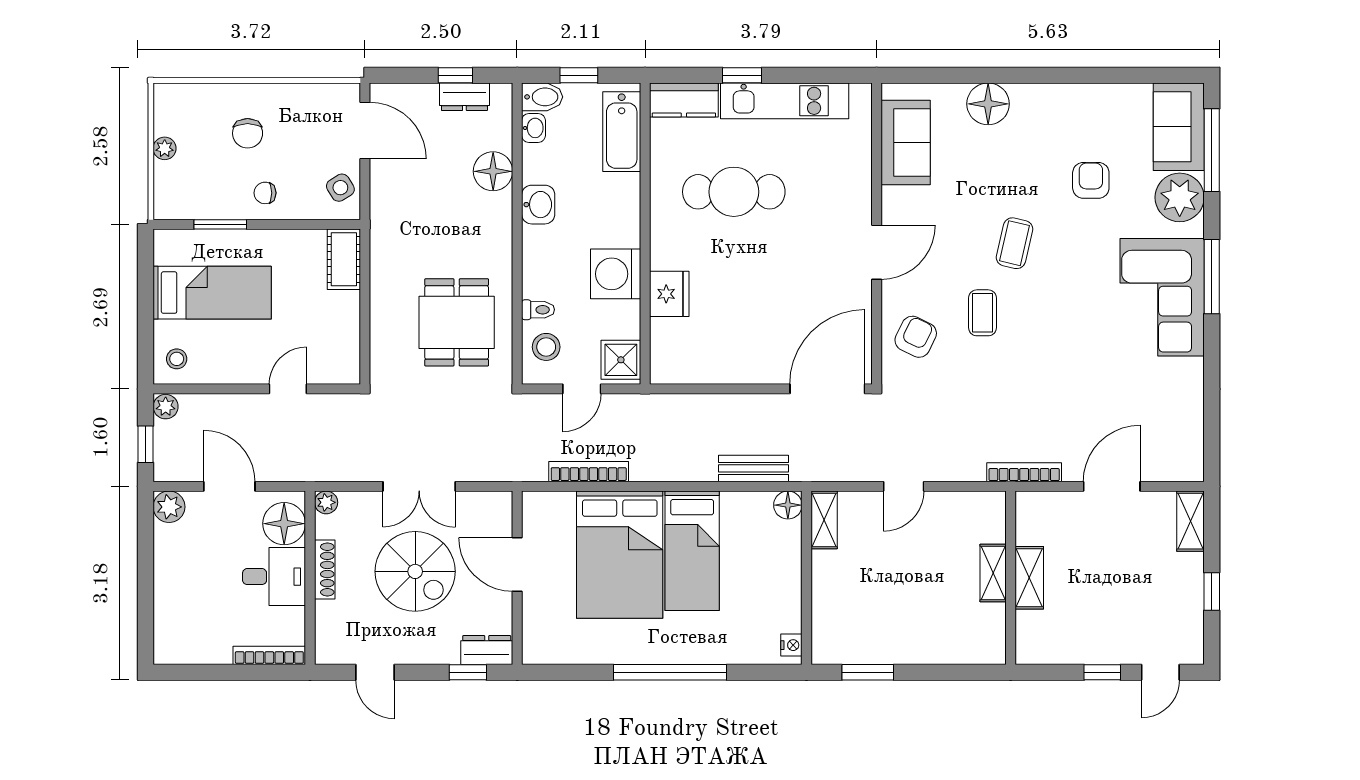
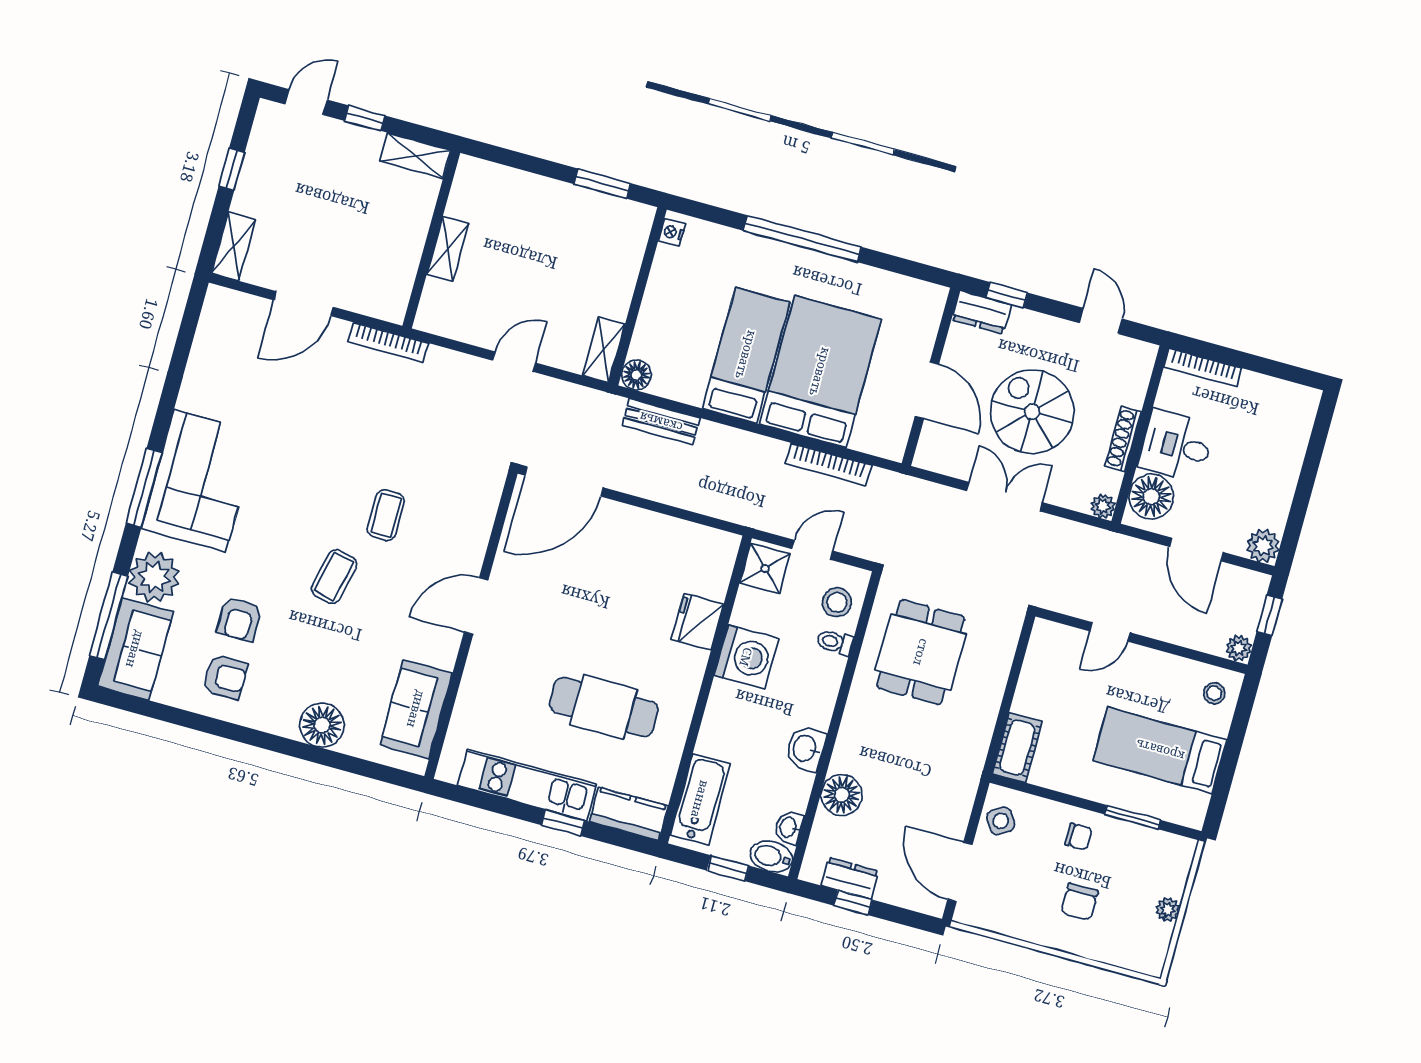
chair: (248, 133) -> (1079, 902), turned 180
armchair: (916, 337) -> (225, 677), moved, turned -116
shelving: (1029, 578) -> (415, 156), moved, turned 90

